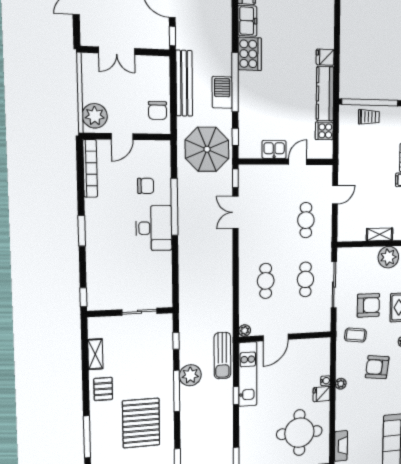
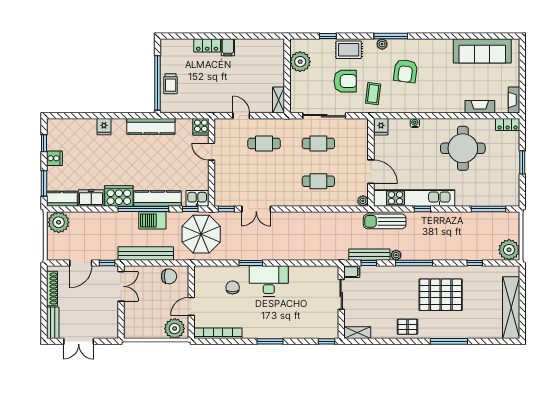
double door: (117, 51) -> (121, 286), moved
fridge: (325, 57) -> (104, 127), moved
kitchen counter: (247, 99) -> (157, 198), added
trolley: (369, 117) -> (171, 84), turned 180
cooker: (324, 131) -> (201, 127), moved
door: (122, 137) -> (191, 306), swing flipped
kitchen sink: (274, 149) -> (197, 198), moved, turned 90
window: (174, 207) -> (251, 263), width x0.47
shelving: (380, 234) -> (279, 100), moved
armchair: (368, 305) -> (345, 81), turned 90
filing cabinet: (166, 322) -> (352, 272), added
bench: (186, 341) -> (369, 255), added
shelving: (95, 354) -> (357, 333), moved
sun lounger: (222, 356) -> (385, 221), turned 180
kitchen unit: (248, 374) -> (414, 198), width x1.36
plant: (190, 375) -> (396, 255), width x0.53, depth x0.53
plant: (341, 384) -> (419, 108), removed
fridge: (322, 394) -> (381, 127), moved

